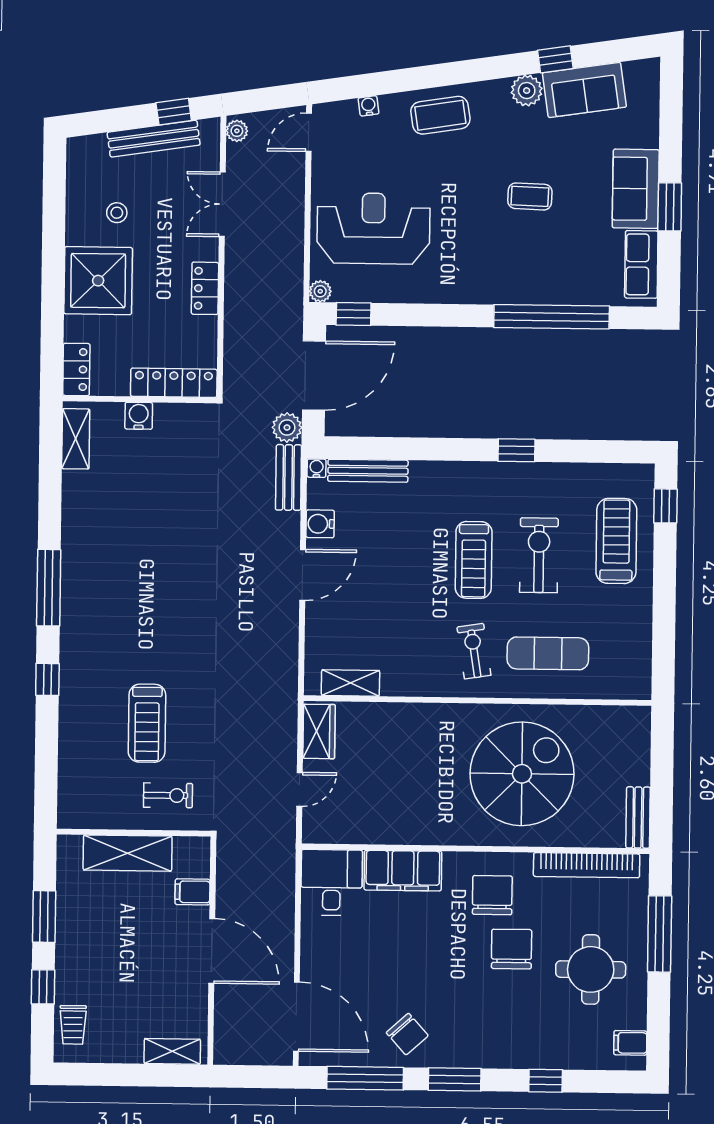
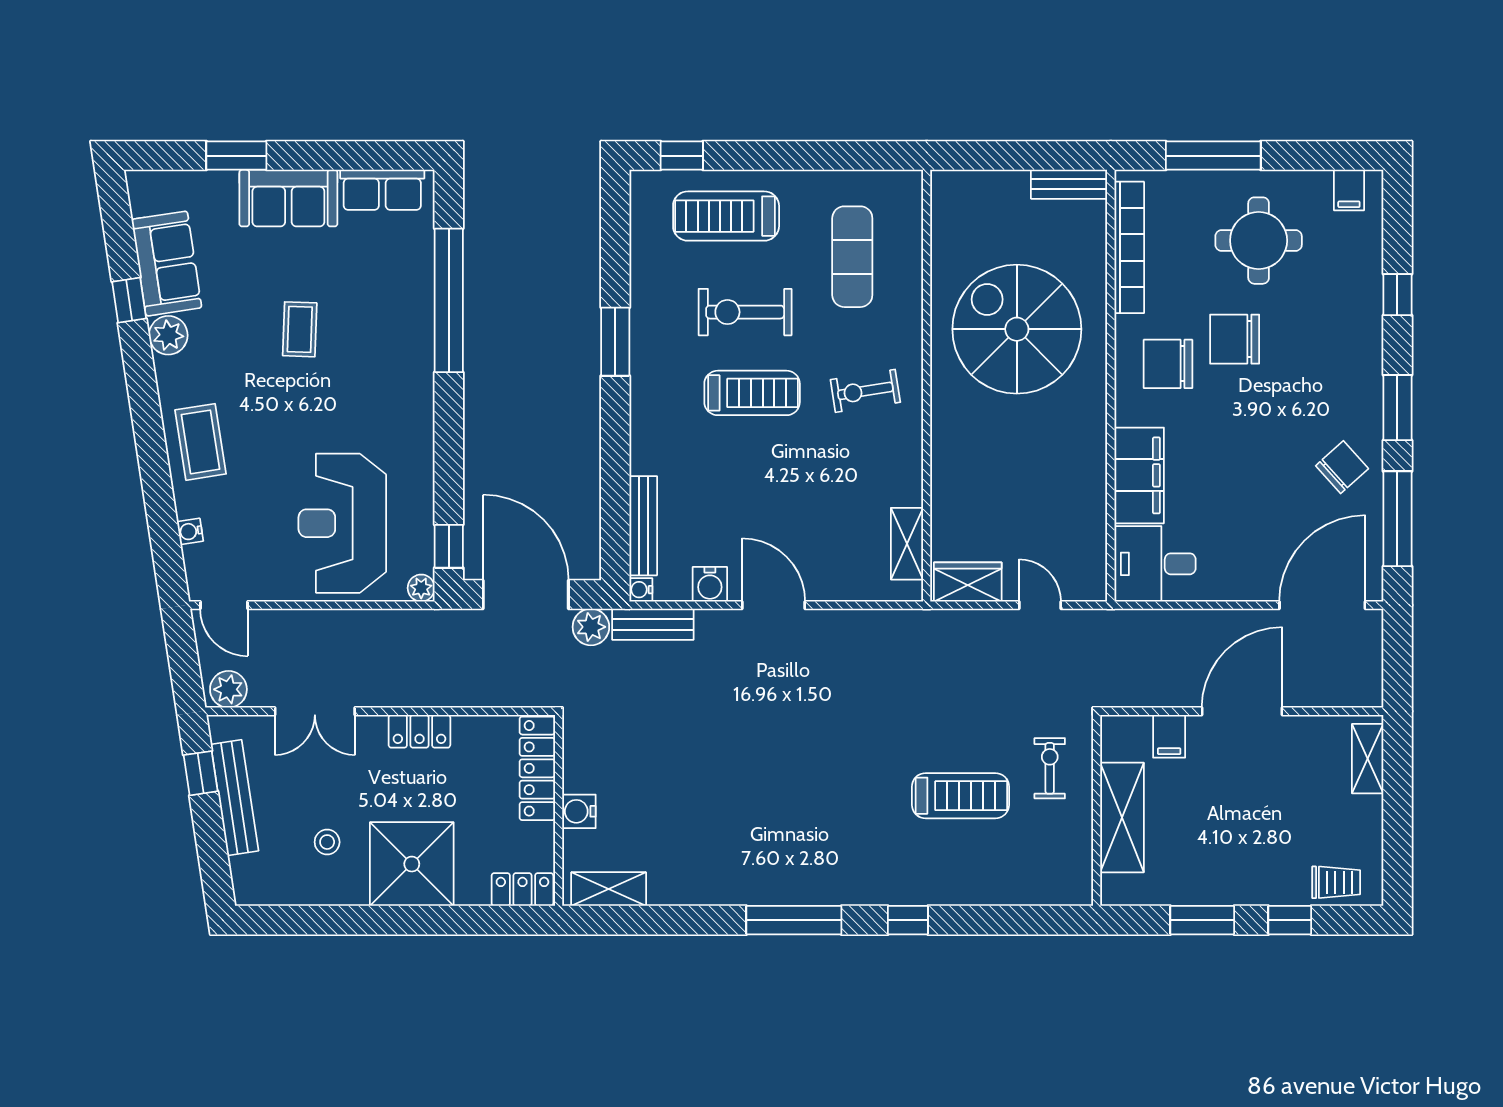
plant: (237, 131) -> (228, 689), width x1.38, depth x1.38
window: (670, 207) -> (236, 156), moved
window: (517, 450) -> (615, 342), width x1.50
exercise mat: (548, 653) -> (852, 257), moved

